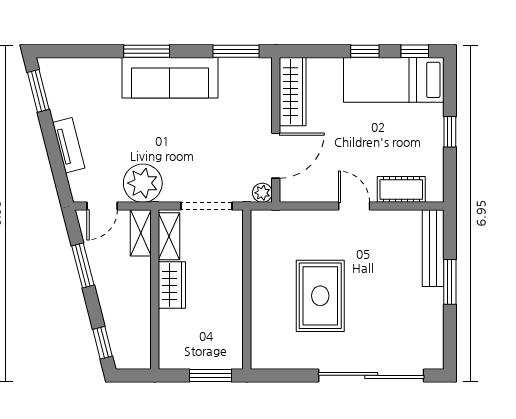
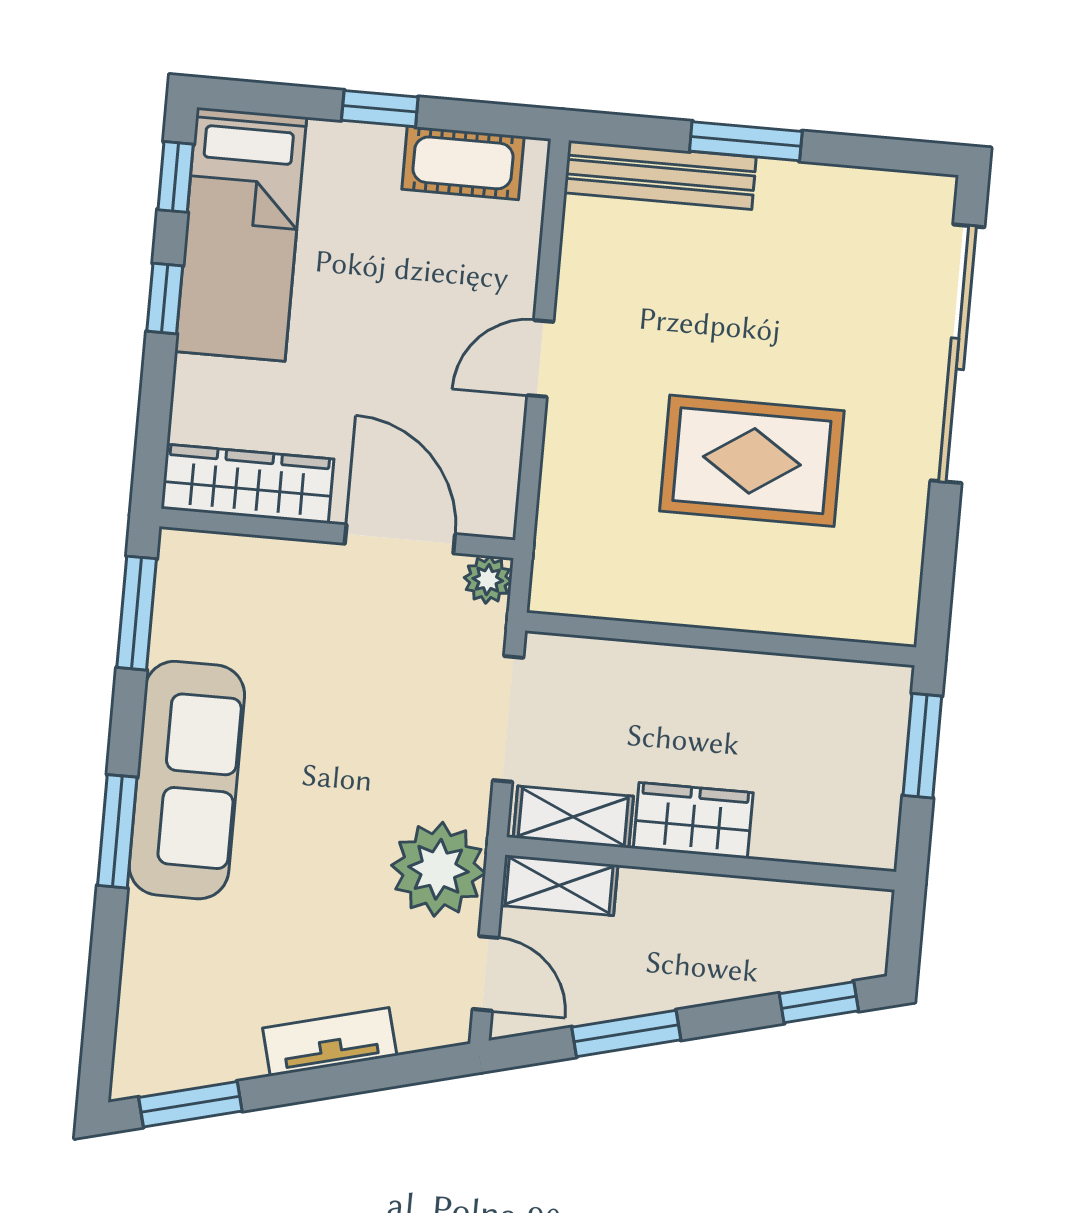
cot: (401, 189) -> (463, 163), moved, turned 90

